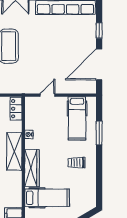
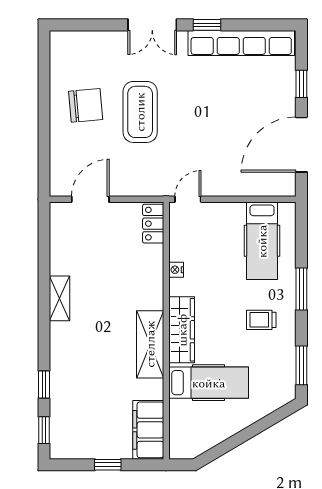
door: (48, 95) -> (188, 199), moved
window: (99, 133) -> (301, 289), moved
shelving: (14, 151) -> (150, 344), moved
window: (99, 188) -> (301, 365), added

